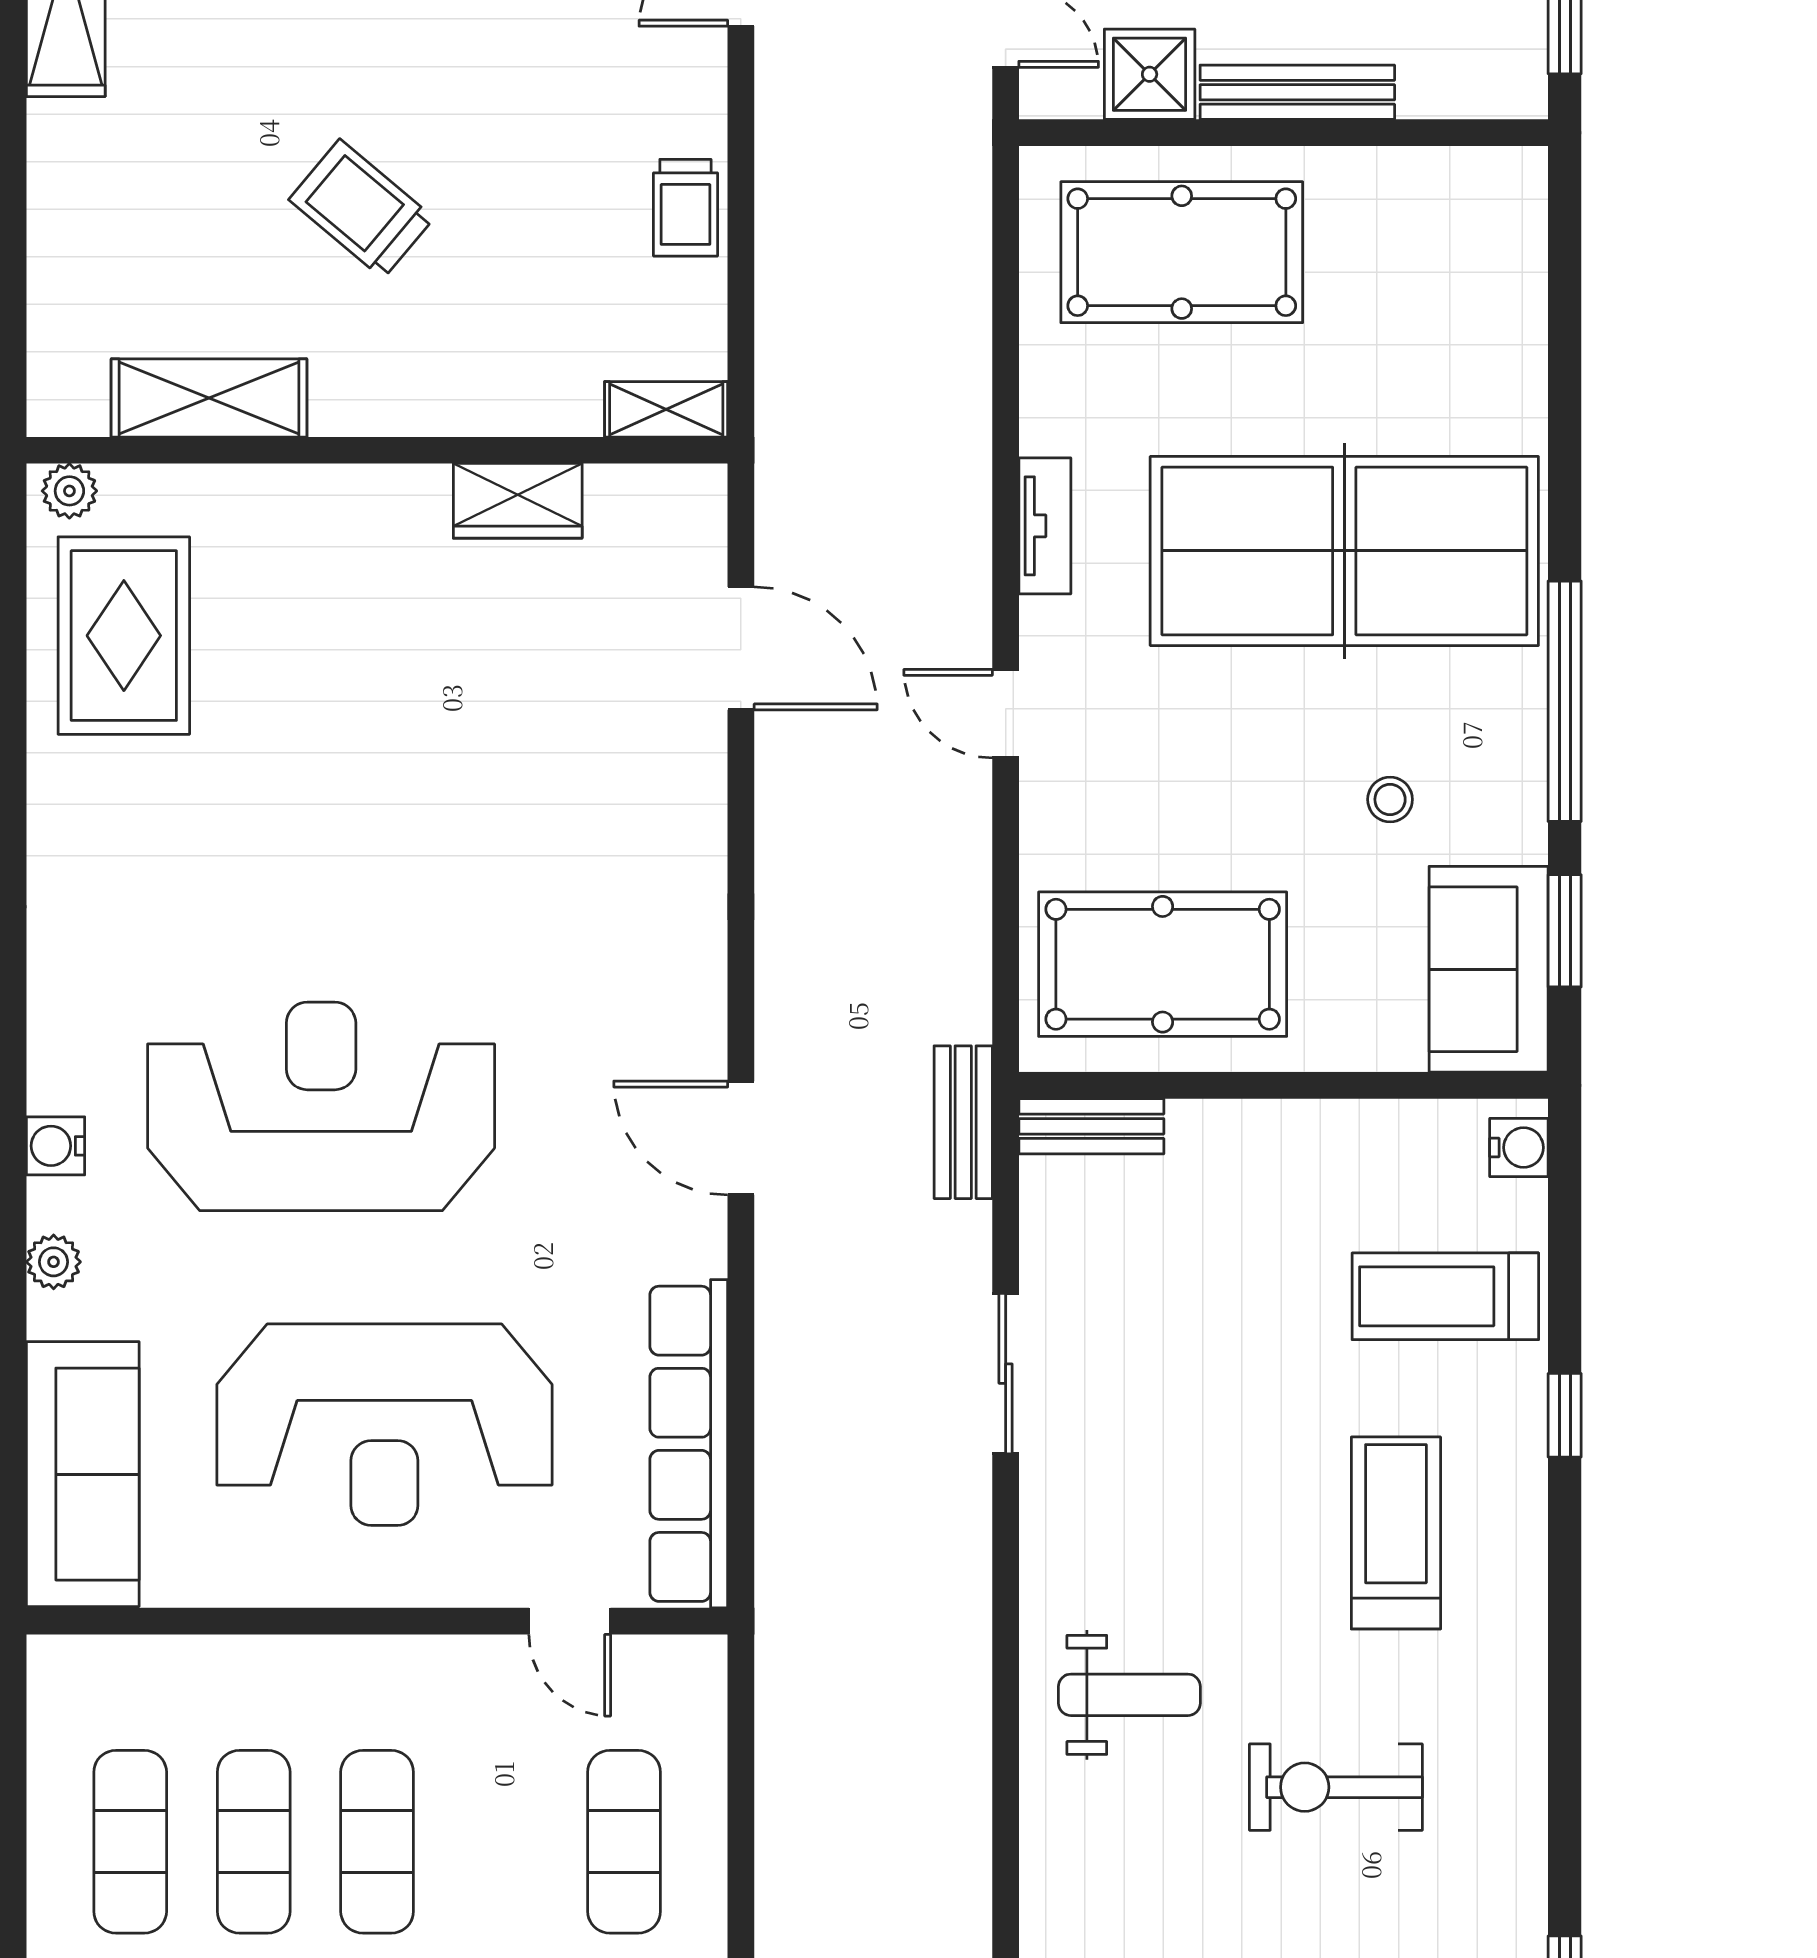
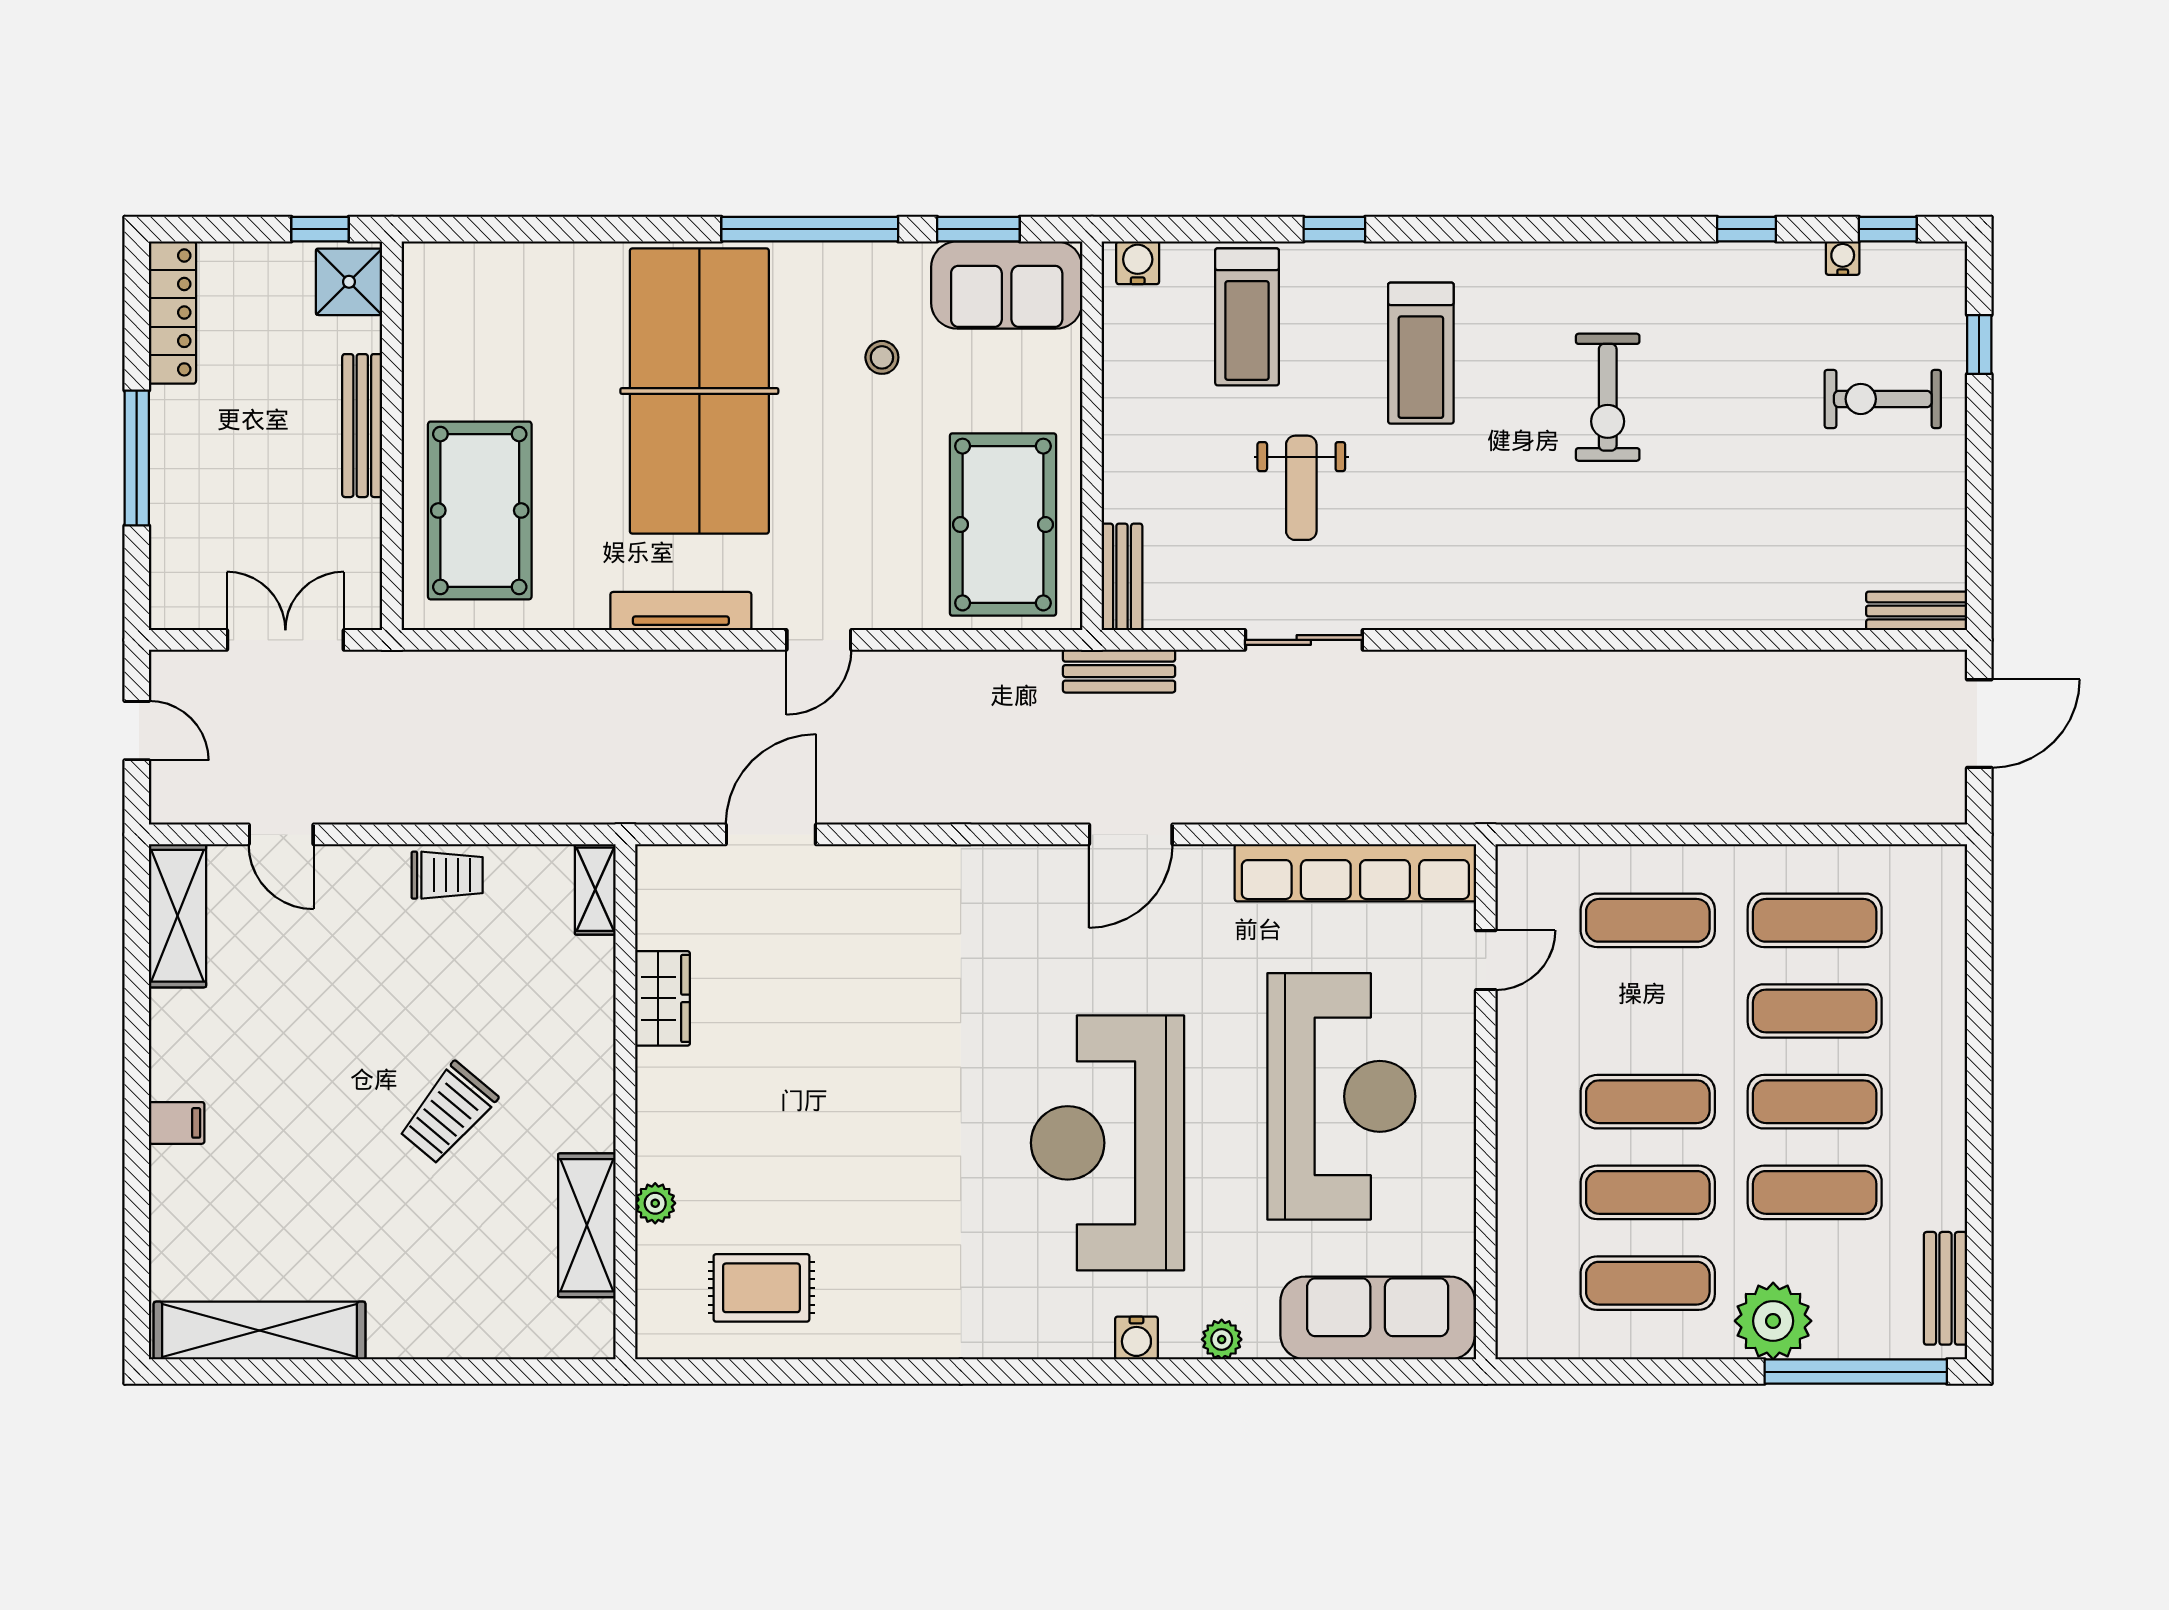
shower: (1150, 74) -> (349, 282), moved
plant: (69, 491) -> (655, 1203), moved
tv unit: (1045, 526) -> (681, 611), width x1.41
rug: (124, 636) -> (761, 1288), width x0.73, depth x0.70
treadmill: (1396, 1533) -> (1421, 353), turned -90
weight bench: (1129, 1695) -> (1301, 488), moved, turned 180

